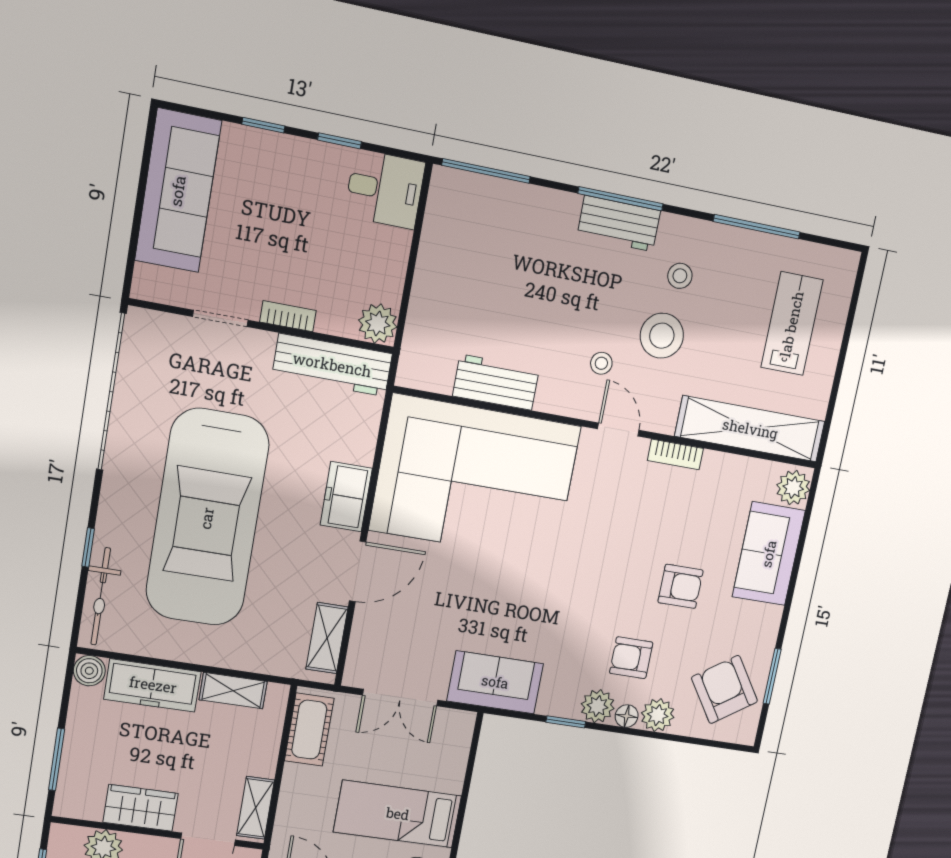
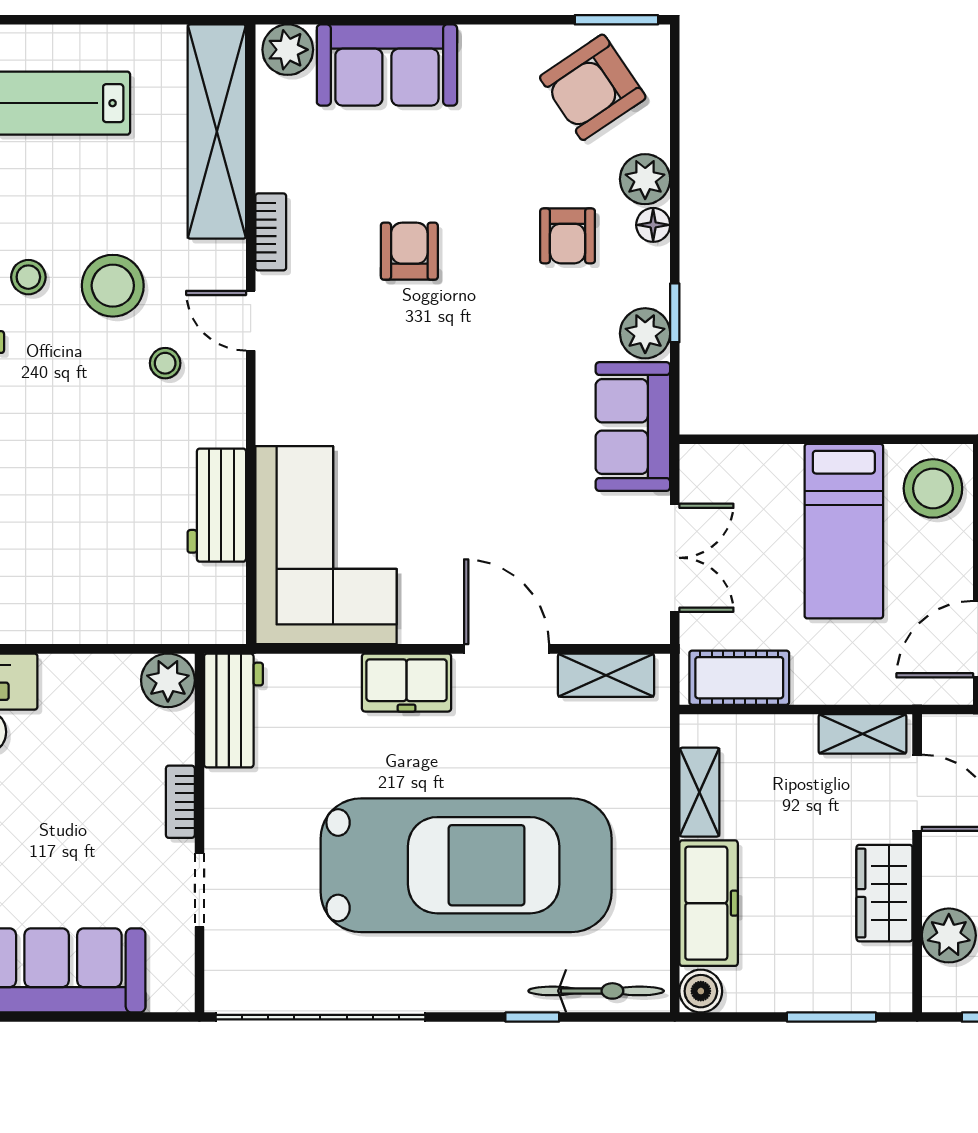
workbench: (332, 365) -> (234, 711), width x0.73
door: (618, 430) -> (251, 321), hinge flipped
corner sofa: (475, 478) -> (326, 545), width x0.73, depth x0.74
armchair: (681, 586) -> (409, 251), moved
window: (772, 676) -> (616, 20), moved
plant: (598, 706) -> (645, 333), moved

